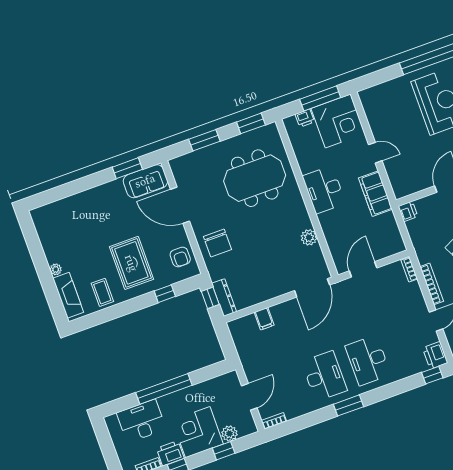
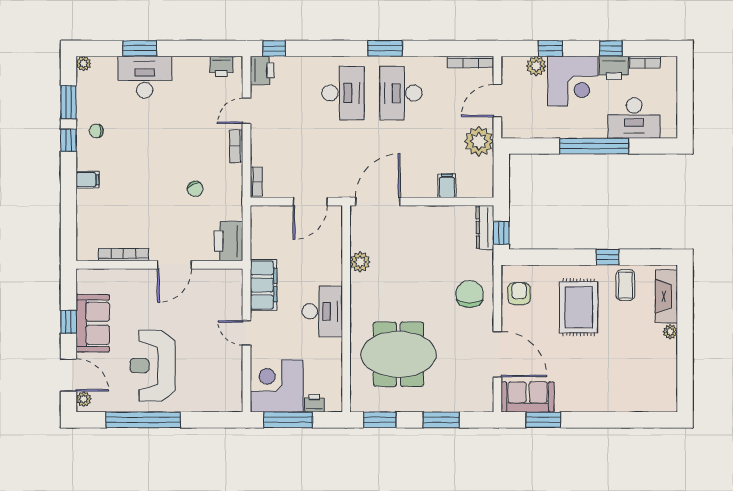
printer: (408, 211) -> (229, 241), width x1.87, depth x1.48
bookcase: (432, 284) -> (236, 146), width x0.64
window: (165, 294) -> (608, 257), moved
plant: (252, 361) -> (479, 141), added
bookcase: (274, 421) -> (470, 62), width x1.56

